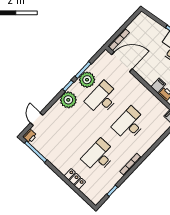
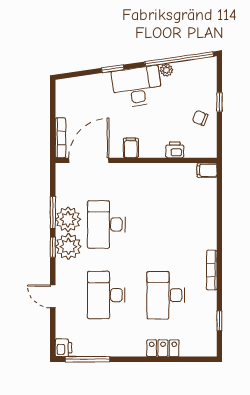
filing cabinet: (158, 86) -> (131, 148), moved
plant: (68, 100) -> (68, 246), moved
door: (37, 119) -> (53, 296), moved
desk: (129, 124) -> (106, 295), moved

